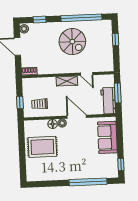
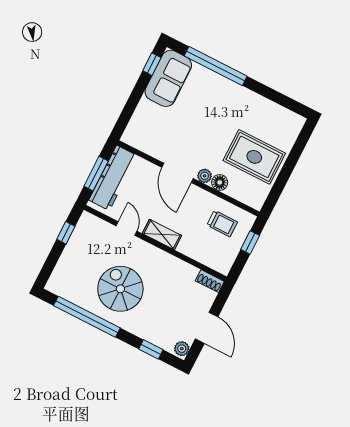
window: (115, 39) -> (66, 233), moved
workbench: (108, 101) -> (113, 178), width x1.38
sofa: (107, 137) -> (168, 78), moved

